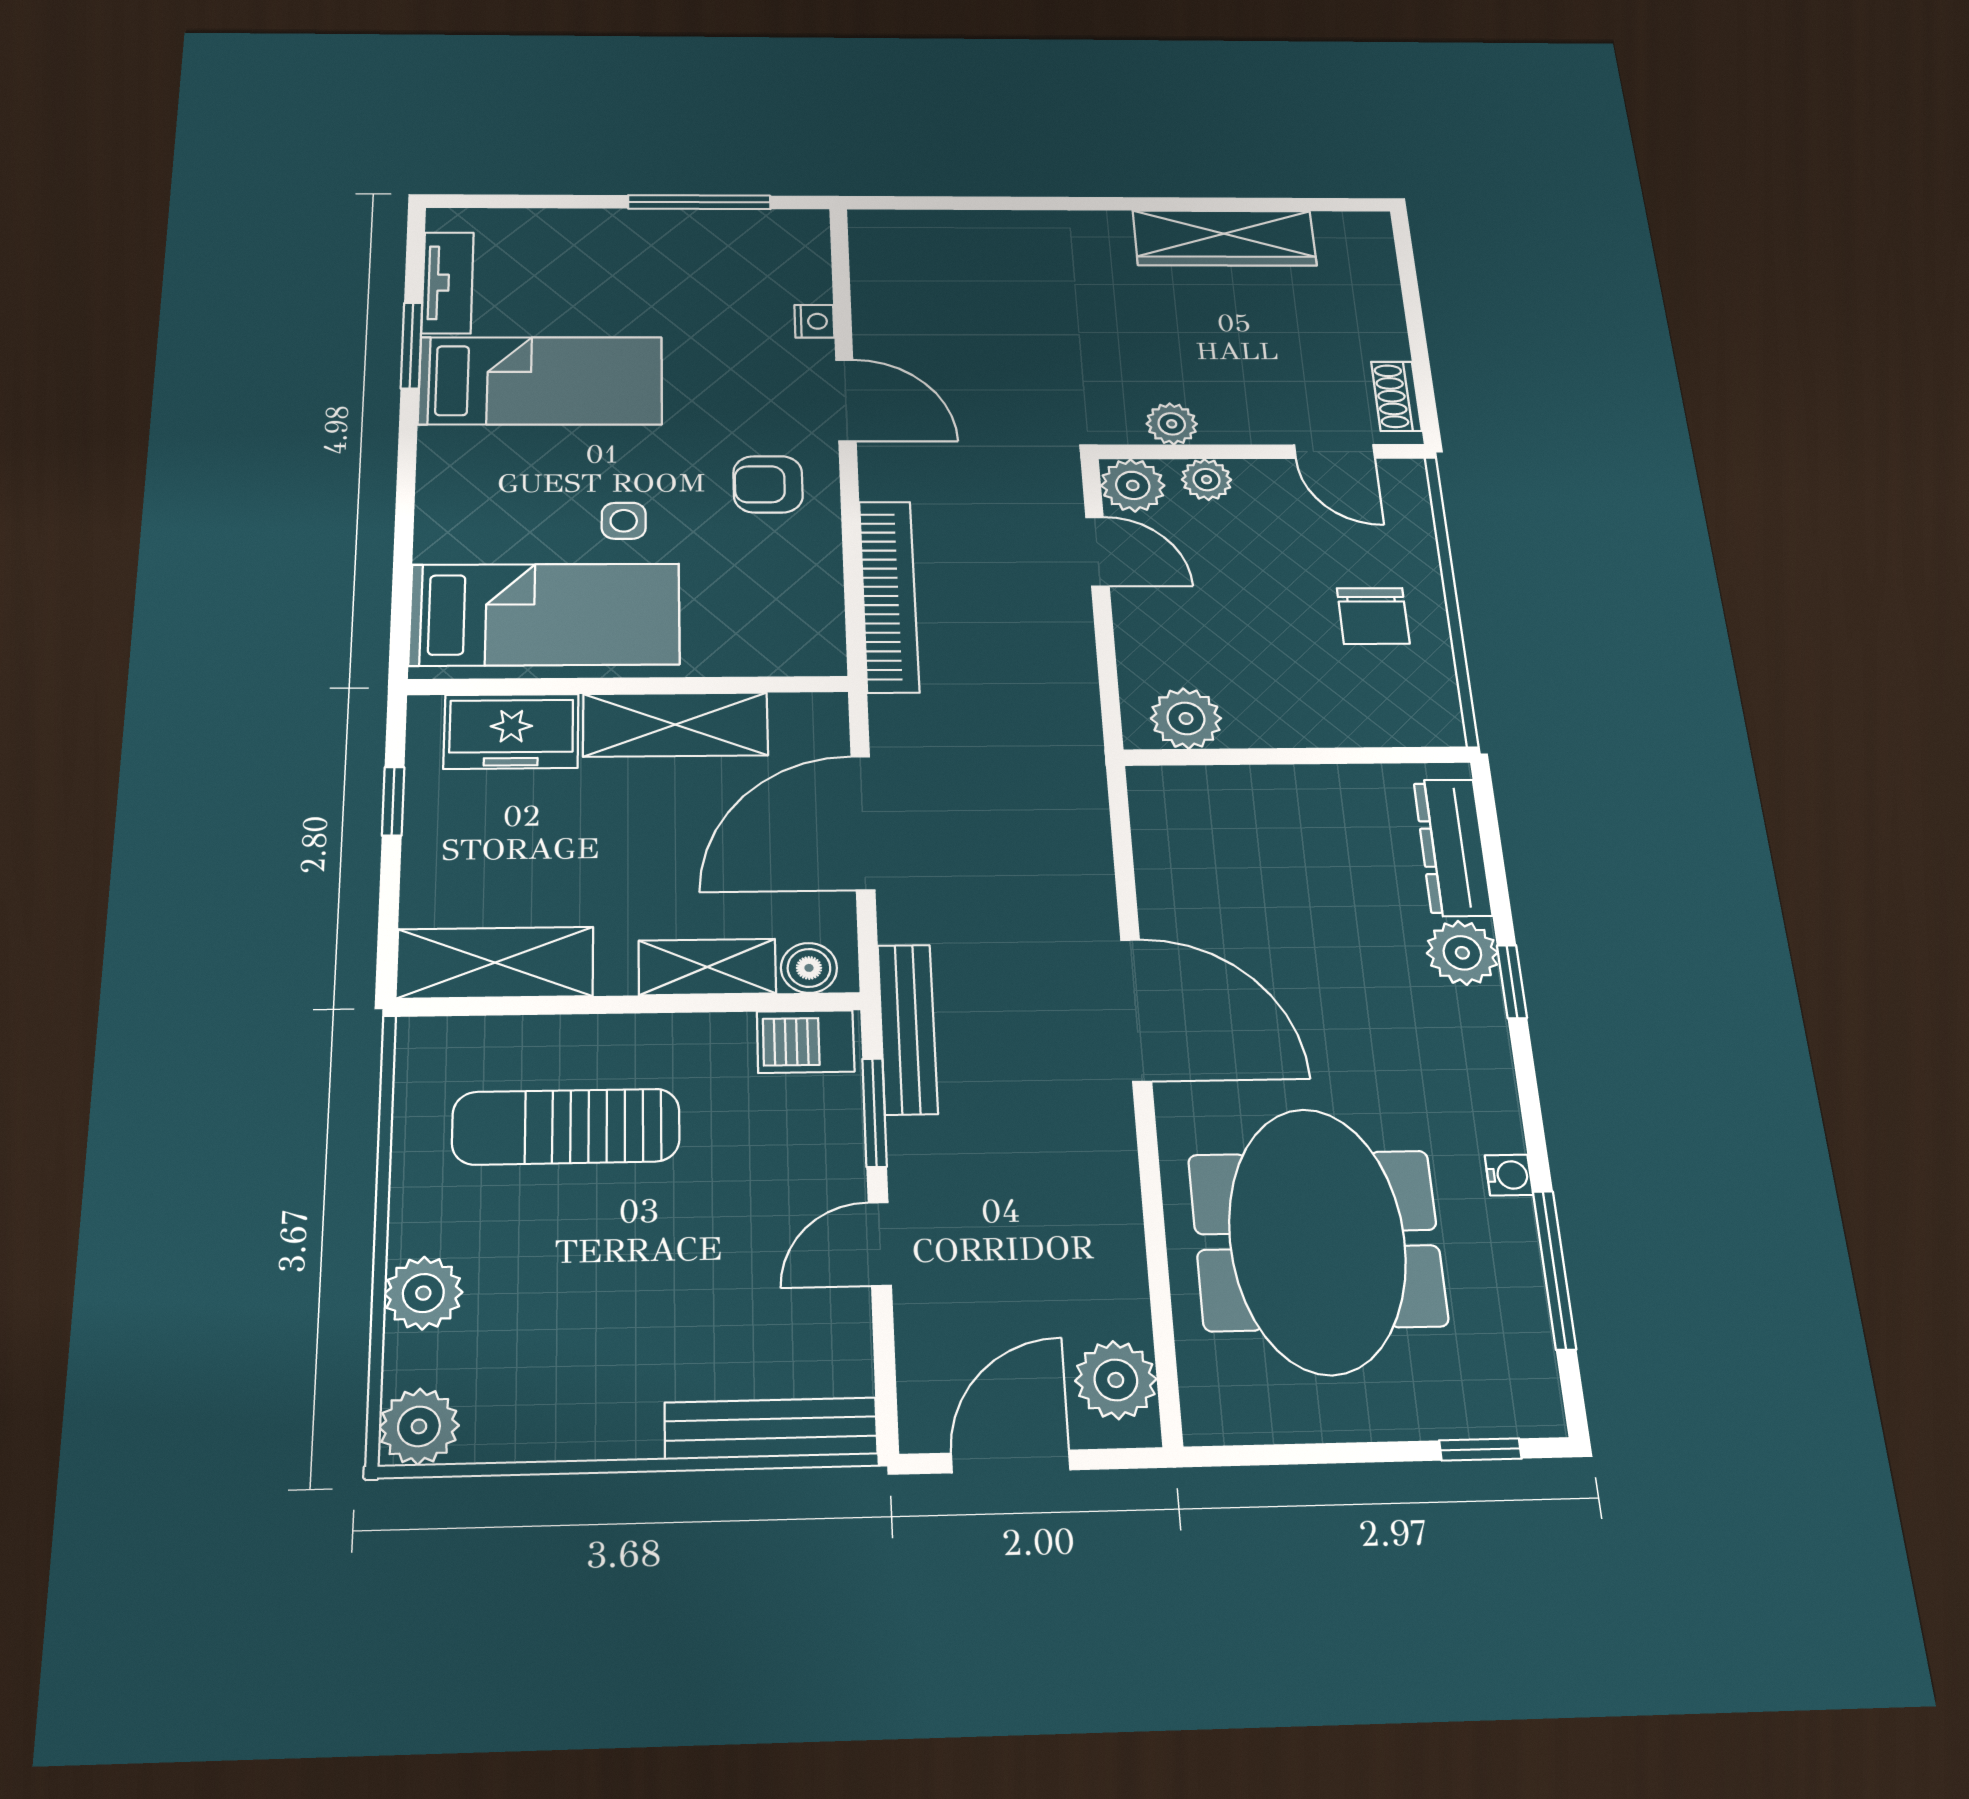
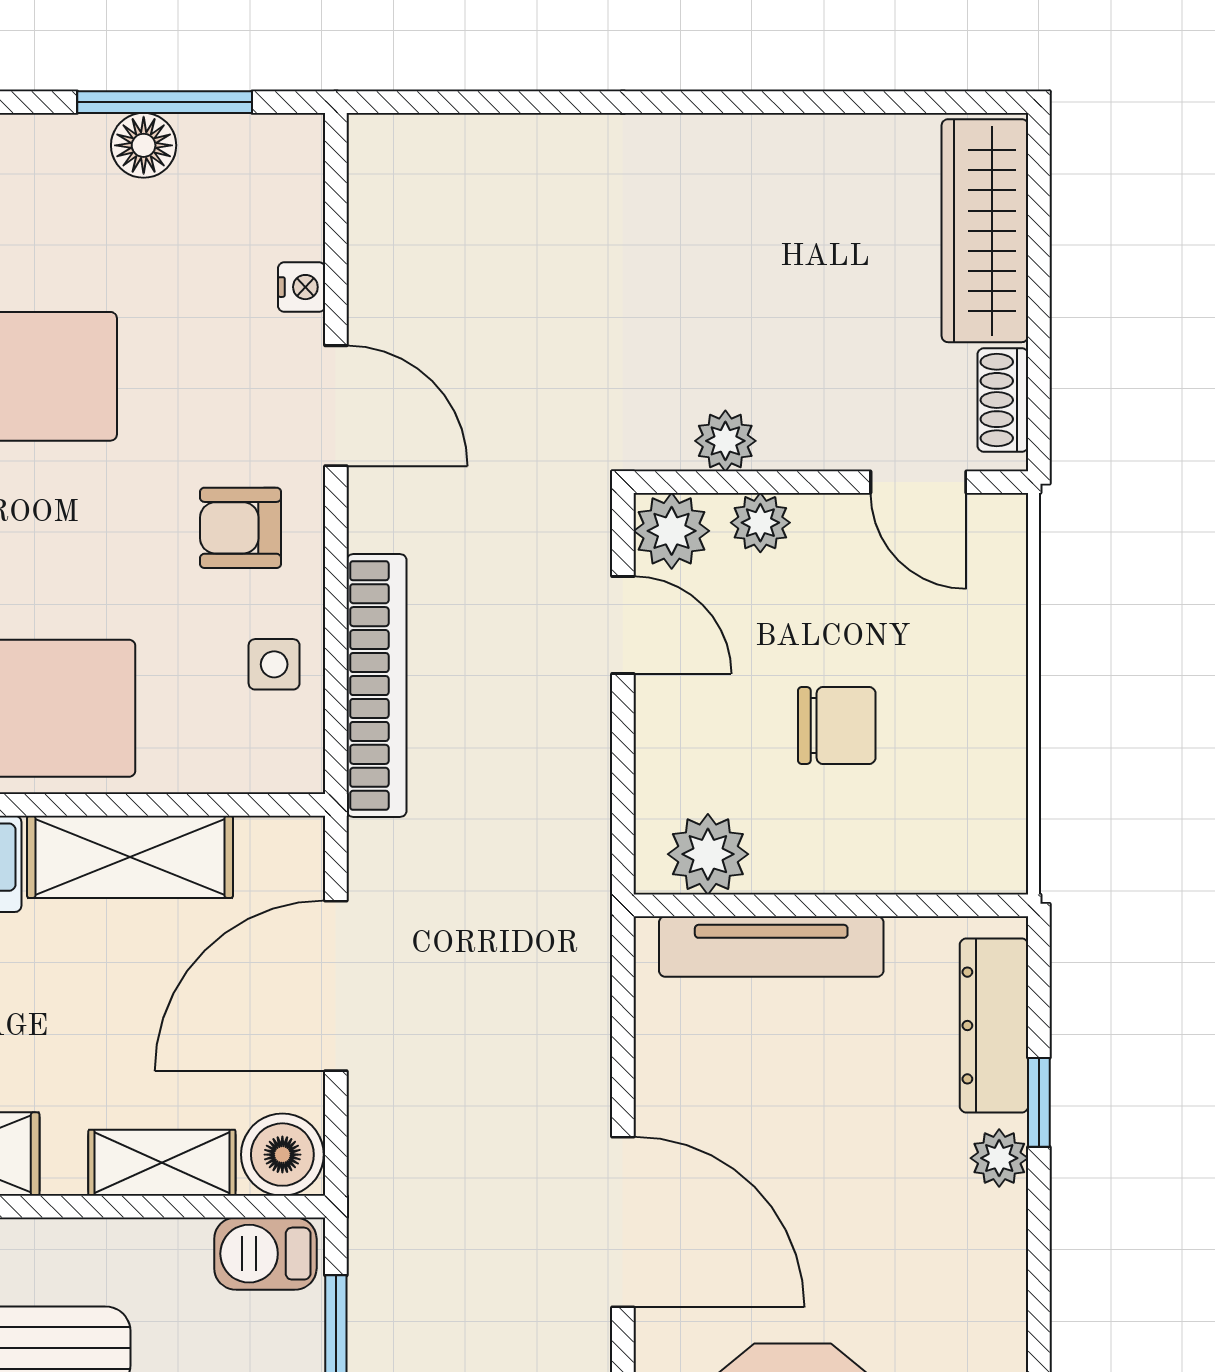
floor lamp: (682, 229) -> (144, 145), added
wardrobe: (1224, 238) -> (985, 231), moved, turned 90
side table: (624, 521) -> (274, 664), moved
chair: (1373, 616) -> (837, 726), moved, turned -90
tv unit: (1249, 788) -> (771, 946), added
plant: (1462, 953) -> (999, 1158), width x0.73, depth x0.73
boiler: (809, 968) -> (282, 1155), width x1.36, depth x1.36
window: (1512, 982) -> (1039, 1102), moved
bench: (908, 1029) -> (375, 1240), removed

